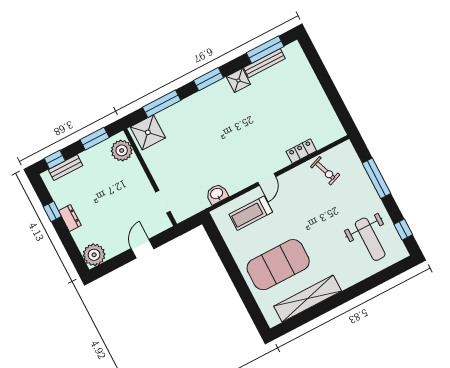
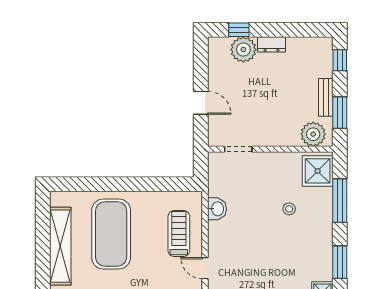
stool: (188, 139) -> (289, 209), added
bench: (66, 168) -> (326, 97), moved
window: (52, 212) -> (239, 30), moved
plant: (94, 255) -> (243, 50), moved

